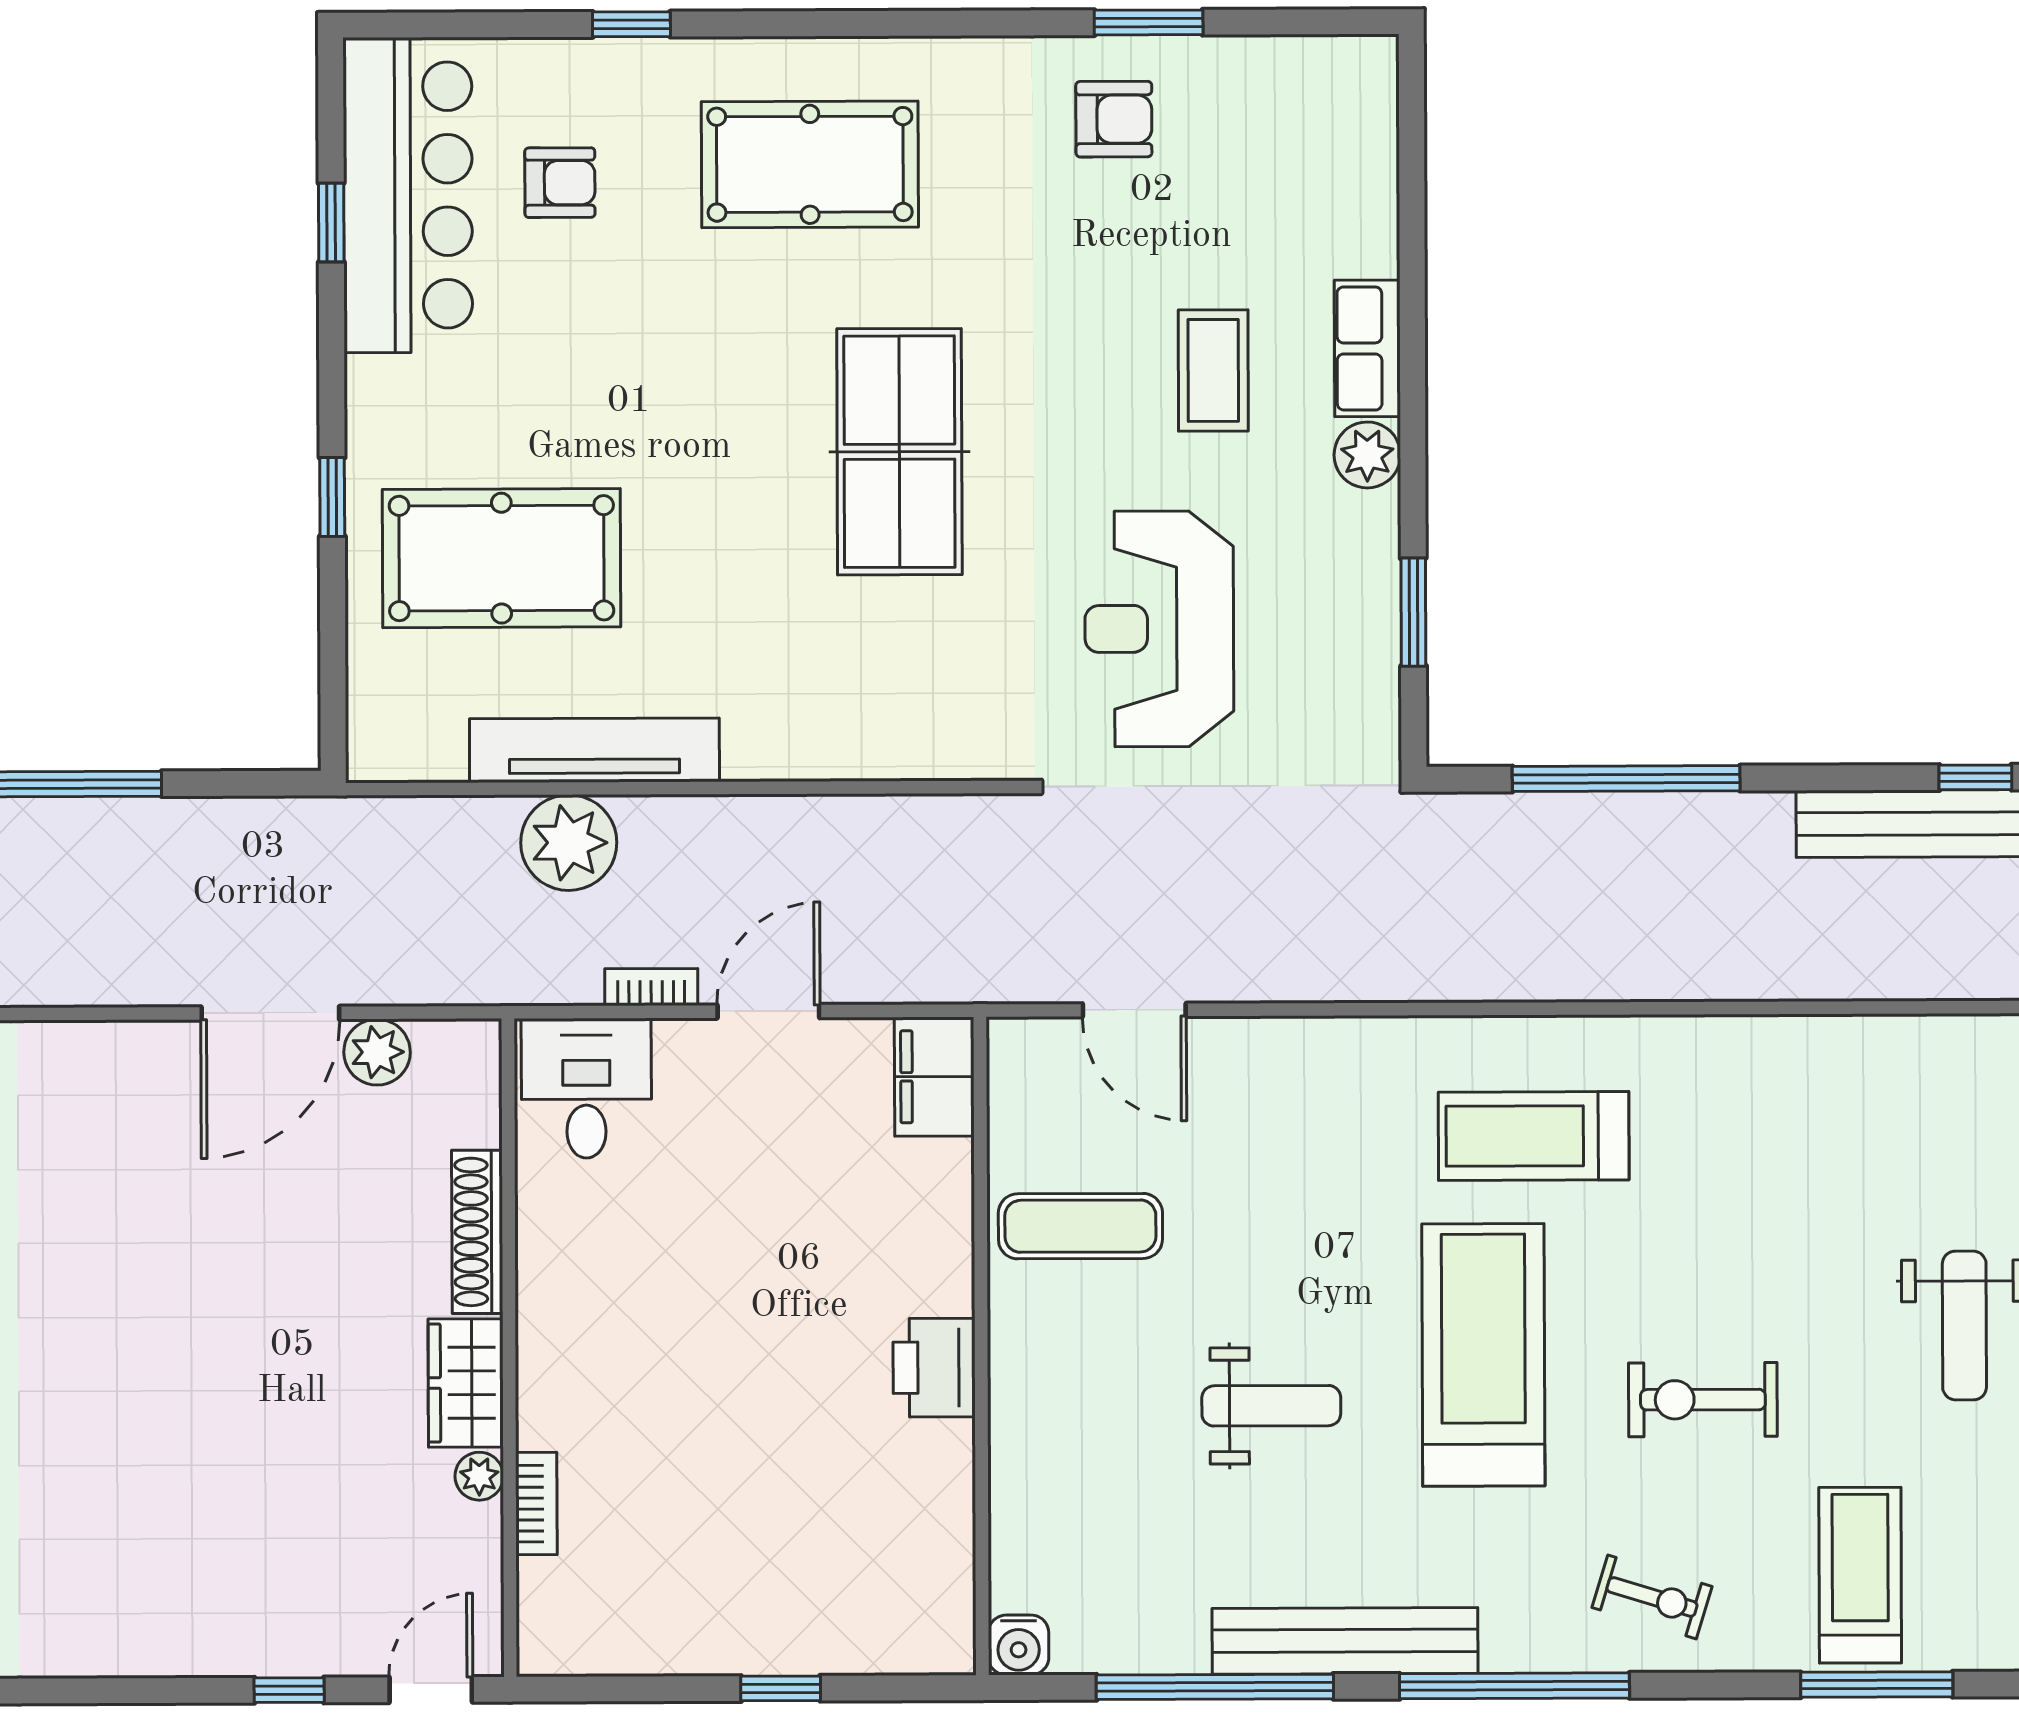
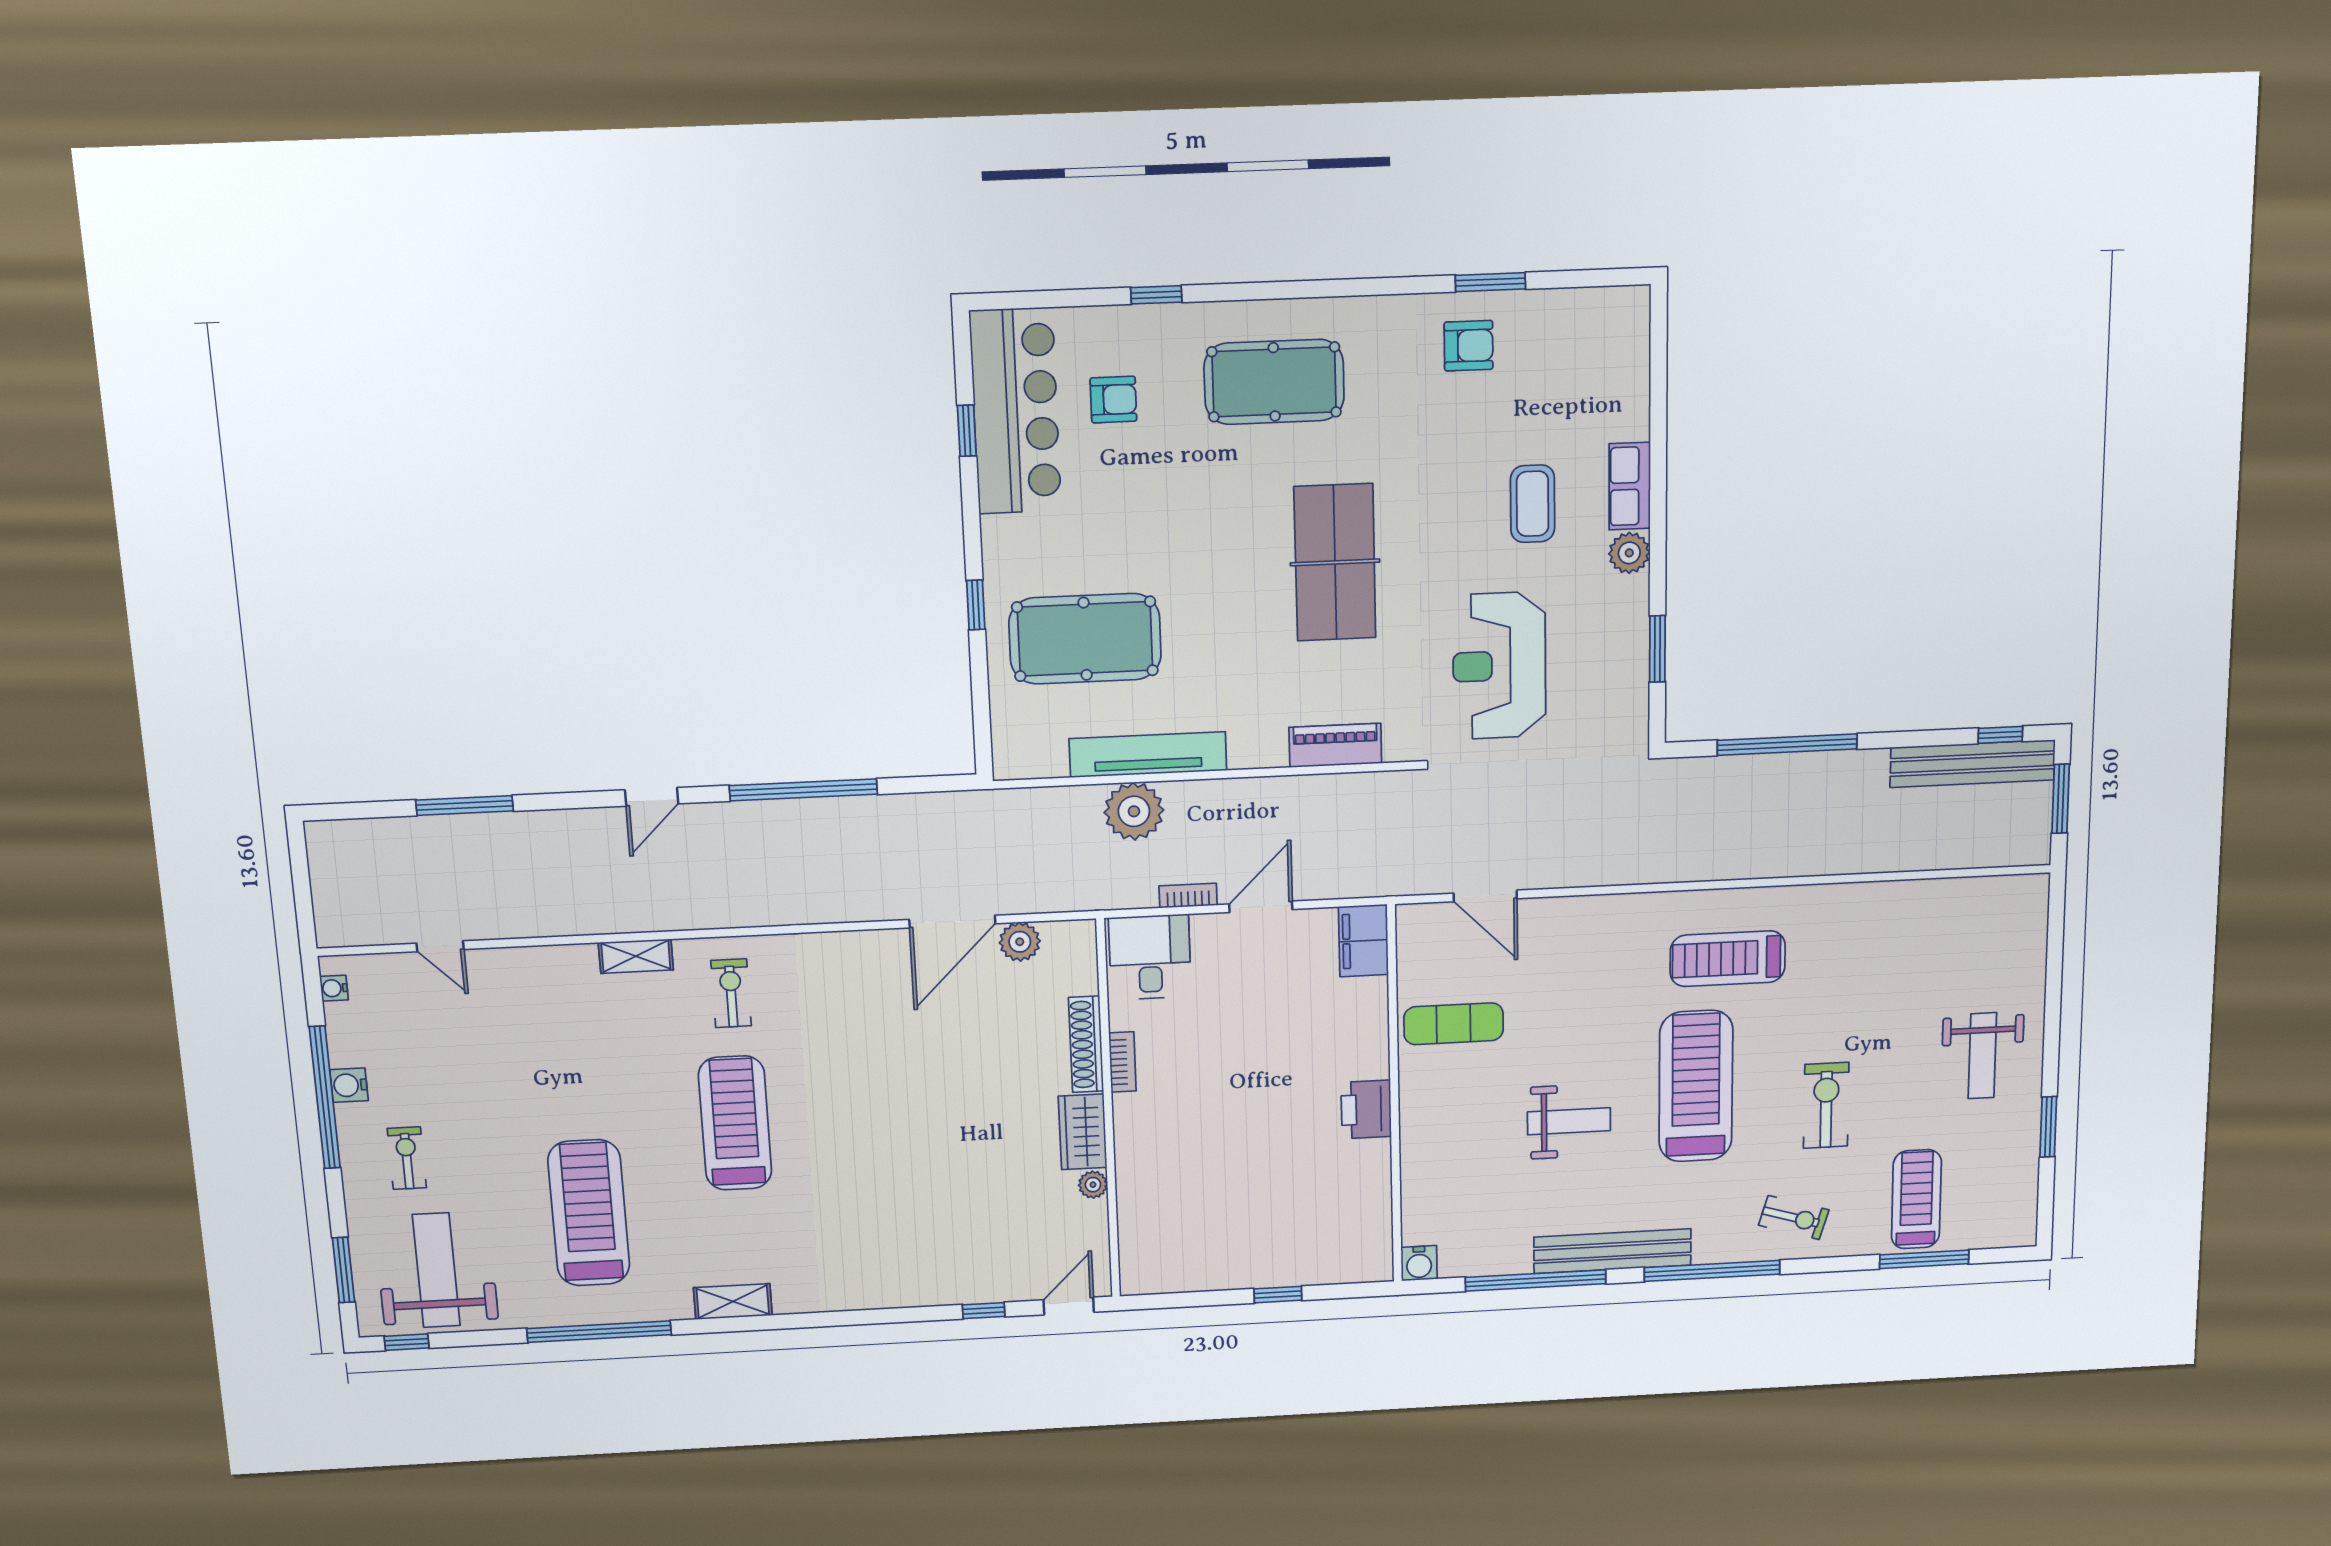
piano: (894, 748) -> (1335, 745), added
exercise bike: (1703, 1400) -> (1826, 1105), turned 90
bookcase: (536, 1503) -> (1122, 1062), moved

